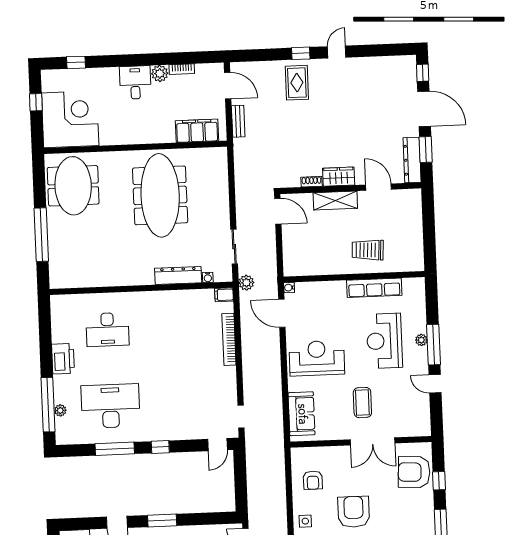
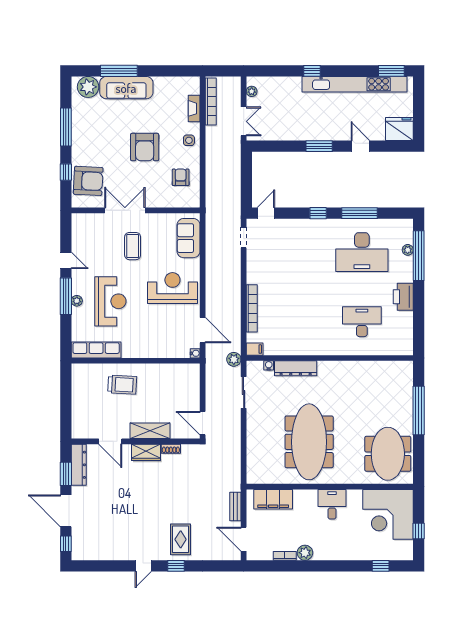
desk: (135, 82) -> (332, 504), moved, turned 180
row of seats: (374, 288) -> (96, 350), moved
reception desk: (317, 358) -> (172, 288), turned 180

